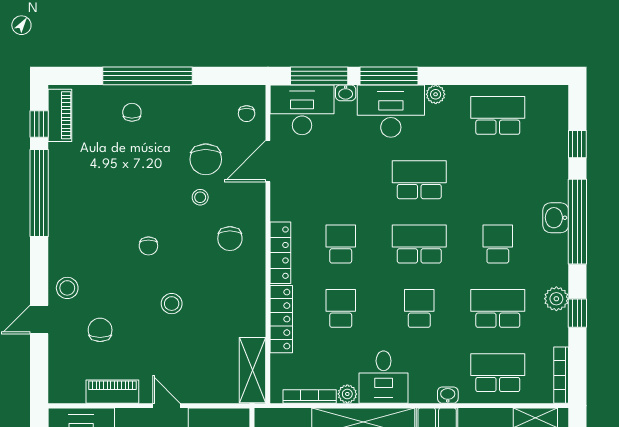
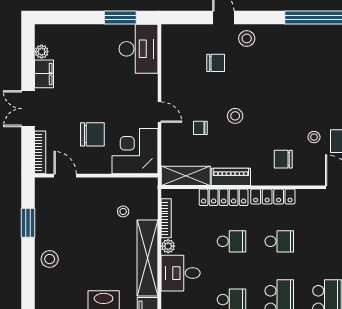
chair: (148, 246) -> (200, 128), moved
piano: (112, 392) -> (231, 177), moved, turned -90
door: (166, 406) -> (159, 112), hinge flipped

